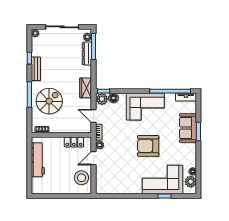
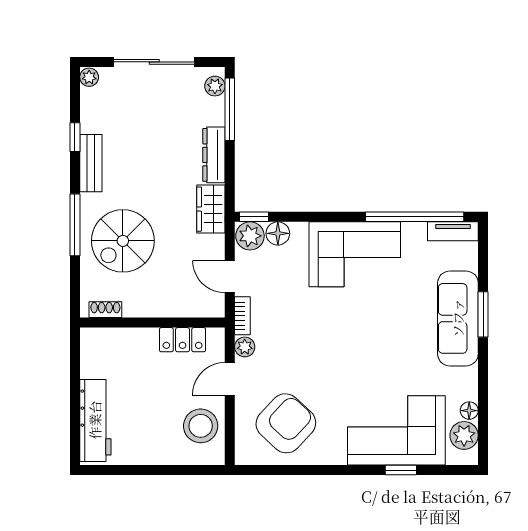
dresser: (87, 54) -> (214, 155), moved
spiral stairs: (49, 101) -> (123, 241), turned 180
sofa: (188, 128) -> (458, 318), width x1.36
armchair: (148, 146) -> (286, 423), moved, turned 133
workbench: (38, 160) -> (95, 420), moved

